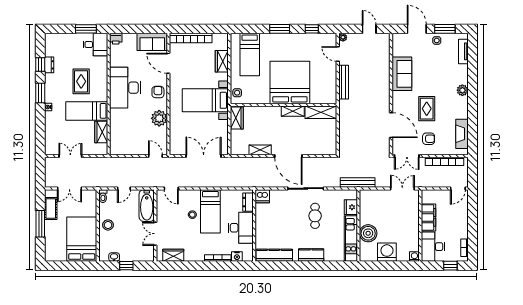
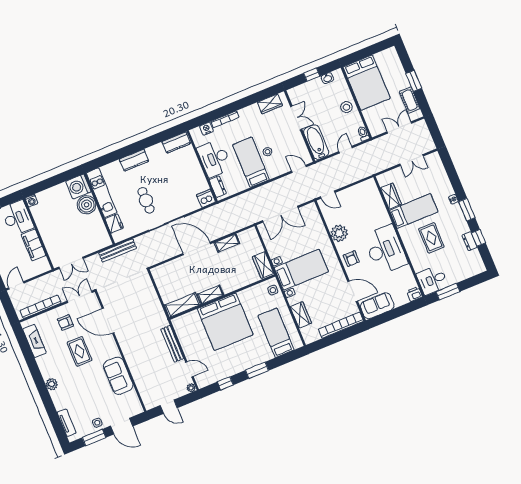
window: (40, 224) -> (414, 81), width x0.69
washing machine: (387, 252) -> (78, 186), moved, turned 90
kitchen counter: (274, 255) -> (176, 143), width x0.67

